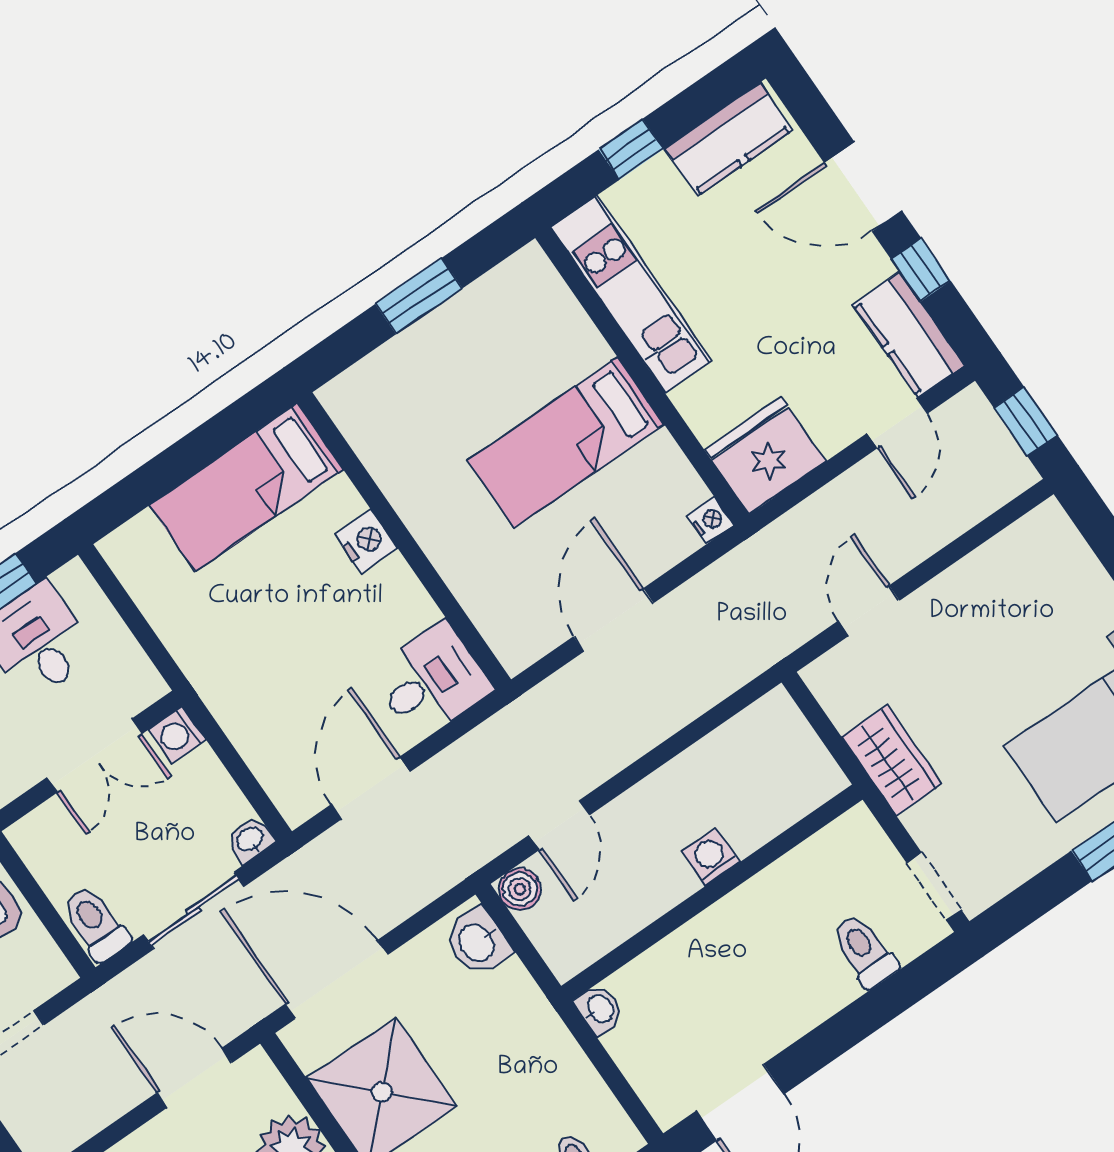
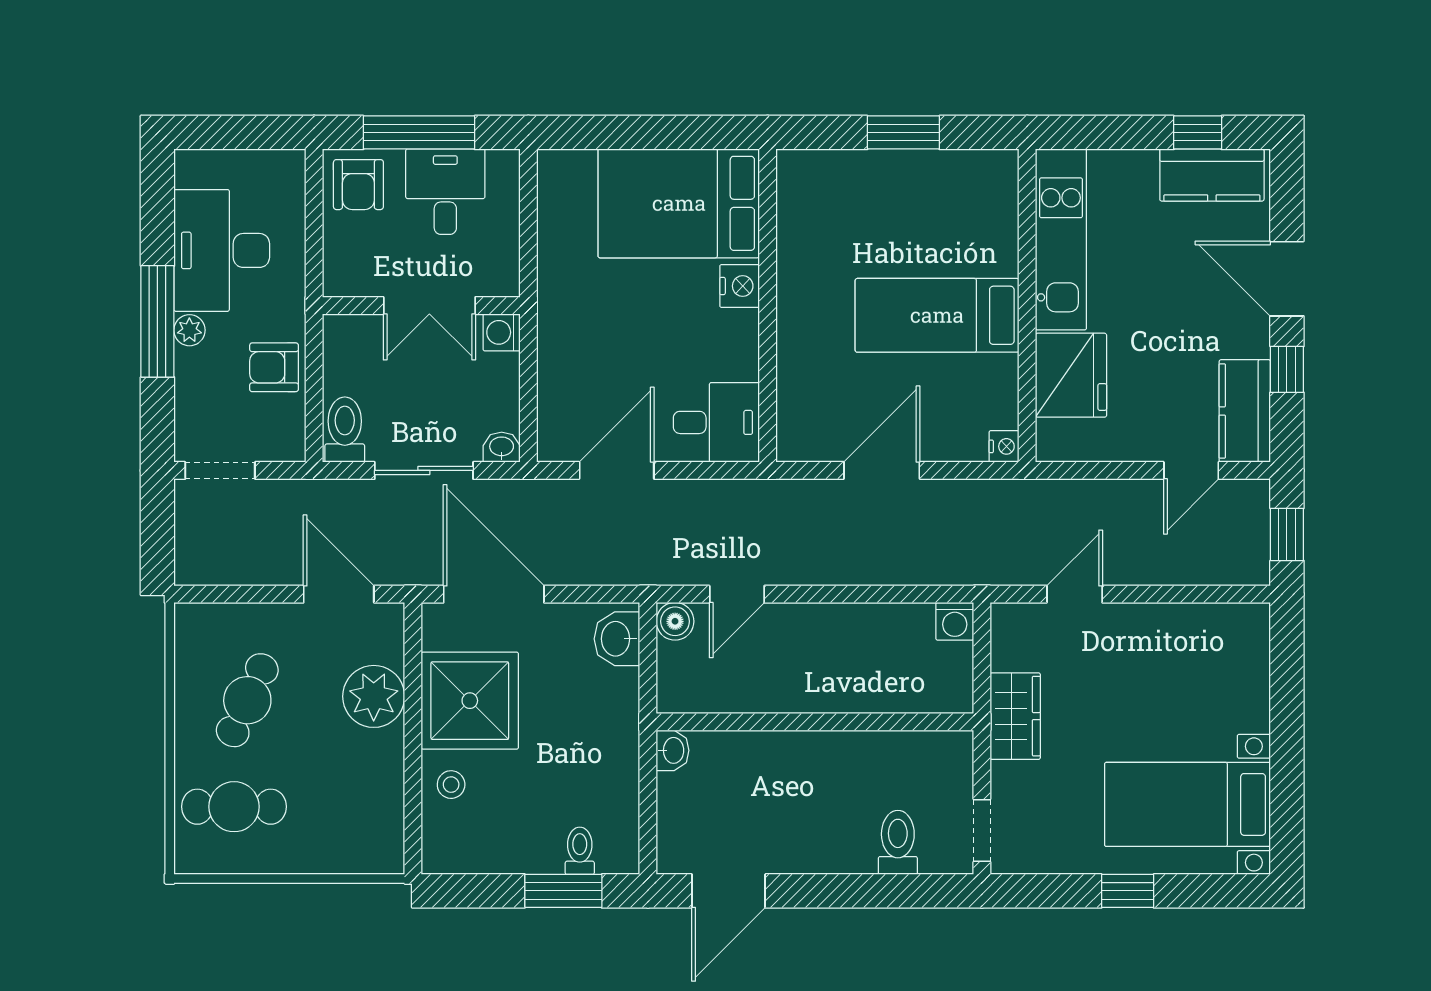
window: (631, 149) -> (1198, 132), moved
fridge: (765, 455) -> (1071, 375), moved, turned 90
bed: (246, 487) -> (679, 203), width x1.50
washing machine: (711, 857) -> (955, 621), moved, turned 180

